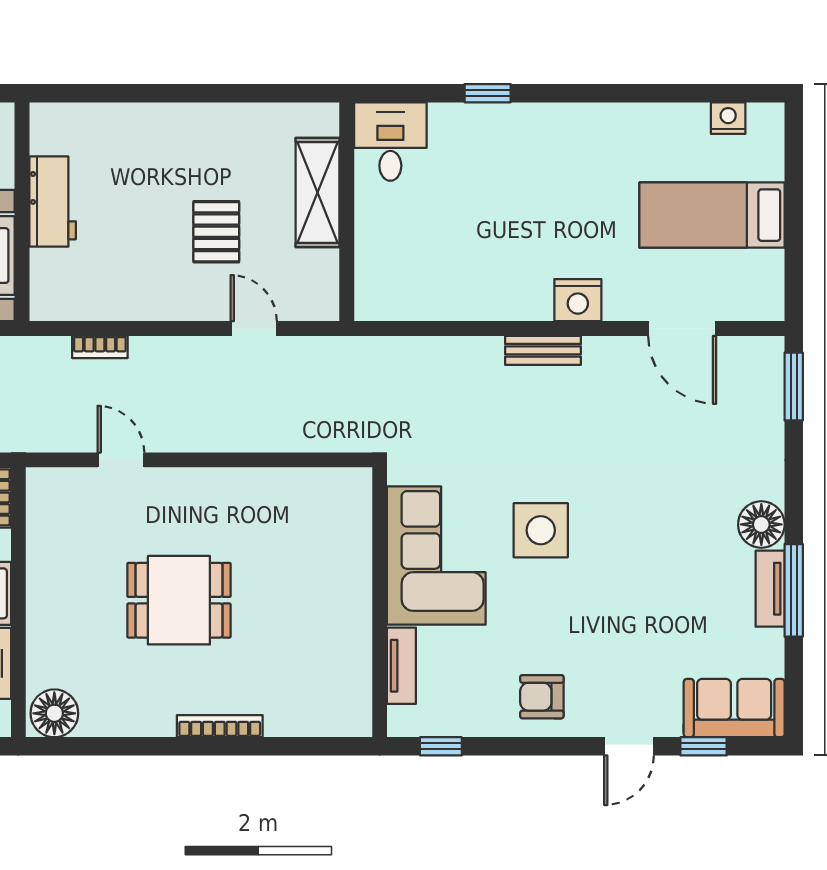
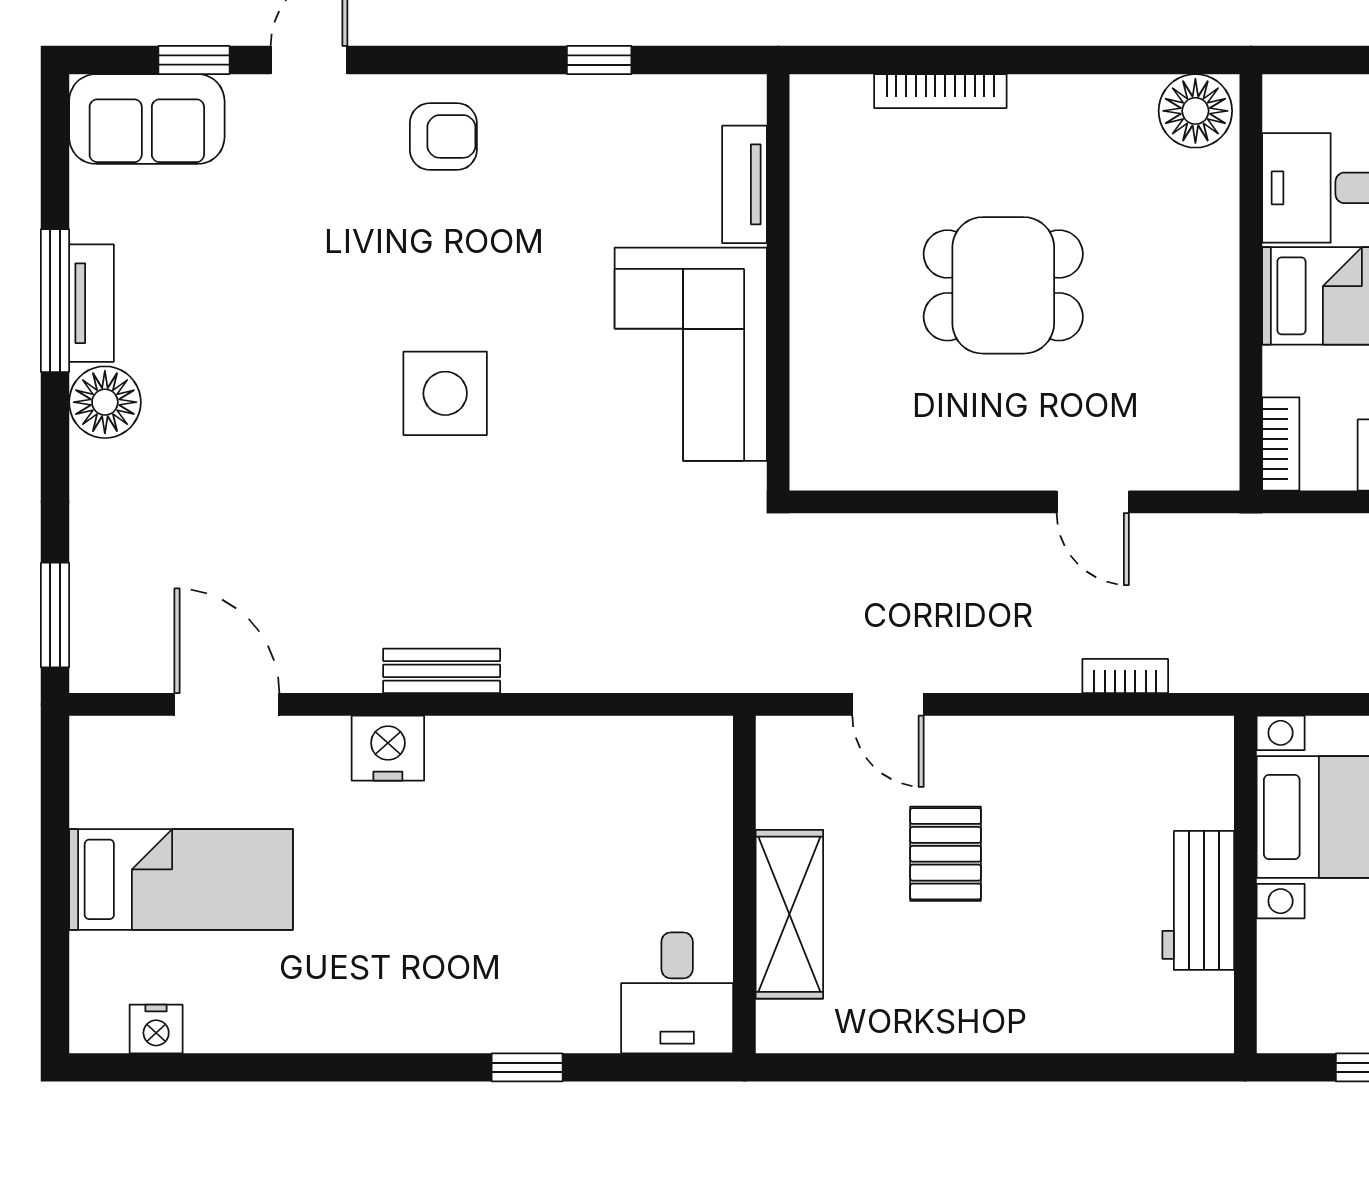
corner sofa: (436, 556) -> (691, 354), moved
wall: (380, 602) -> (778, 282), moved
tv unit: (401, 666) -> (745, 184), moved

